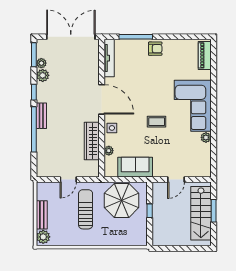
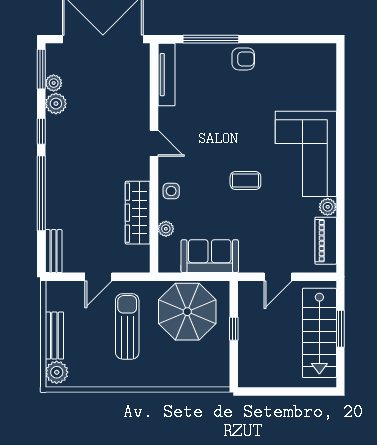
piano: (205, 55) -> (326, 241), moved
door: (102, 99) -> (154, 143), width x0.53
bench: (41, 116) -> (54, 251), moved

